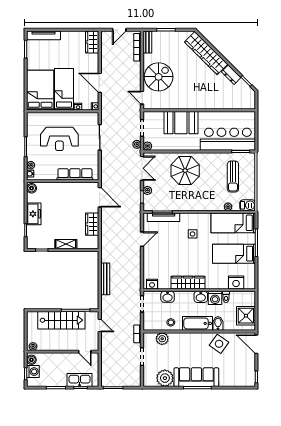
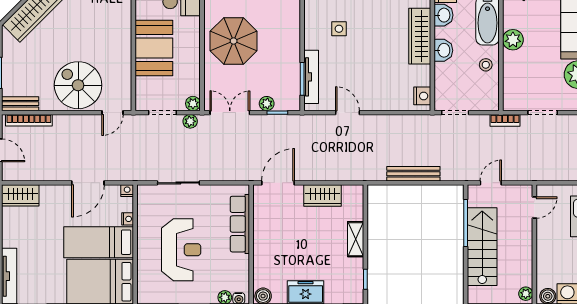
washbasin: (168, 297) -> (443, 50), moved
plant: (162, 339) -> (513, 40), moved

